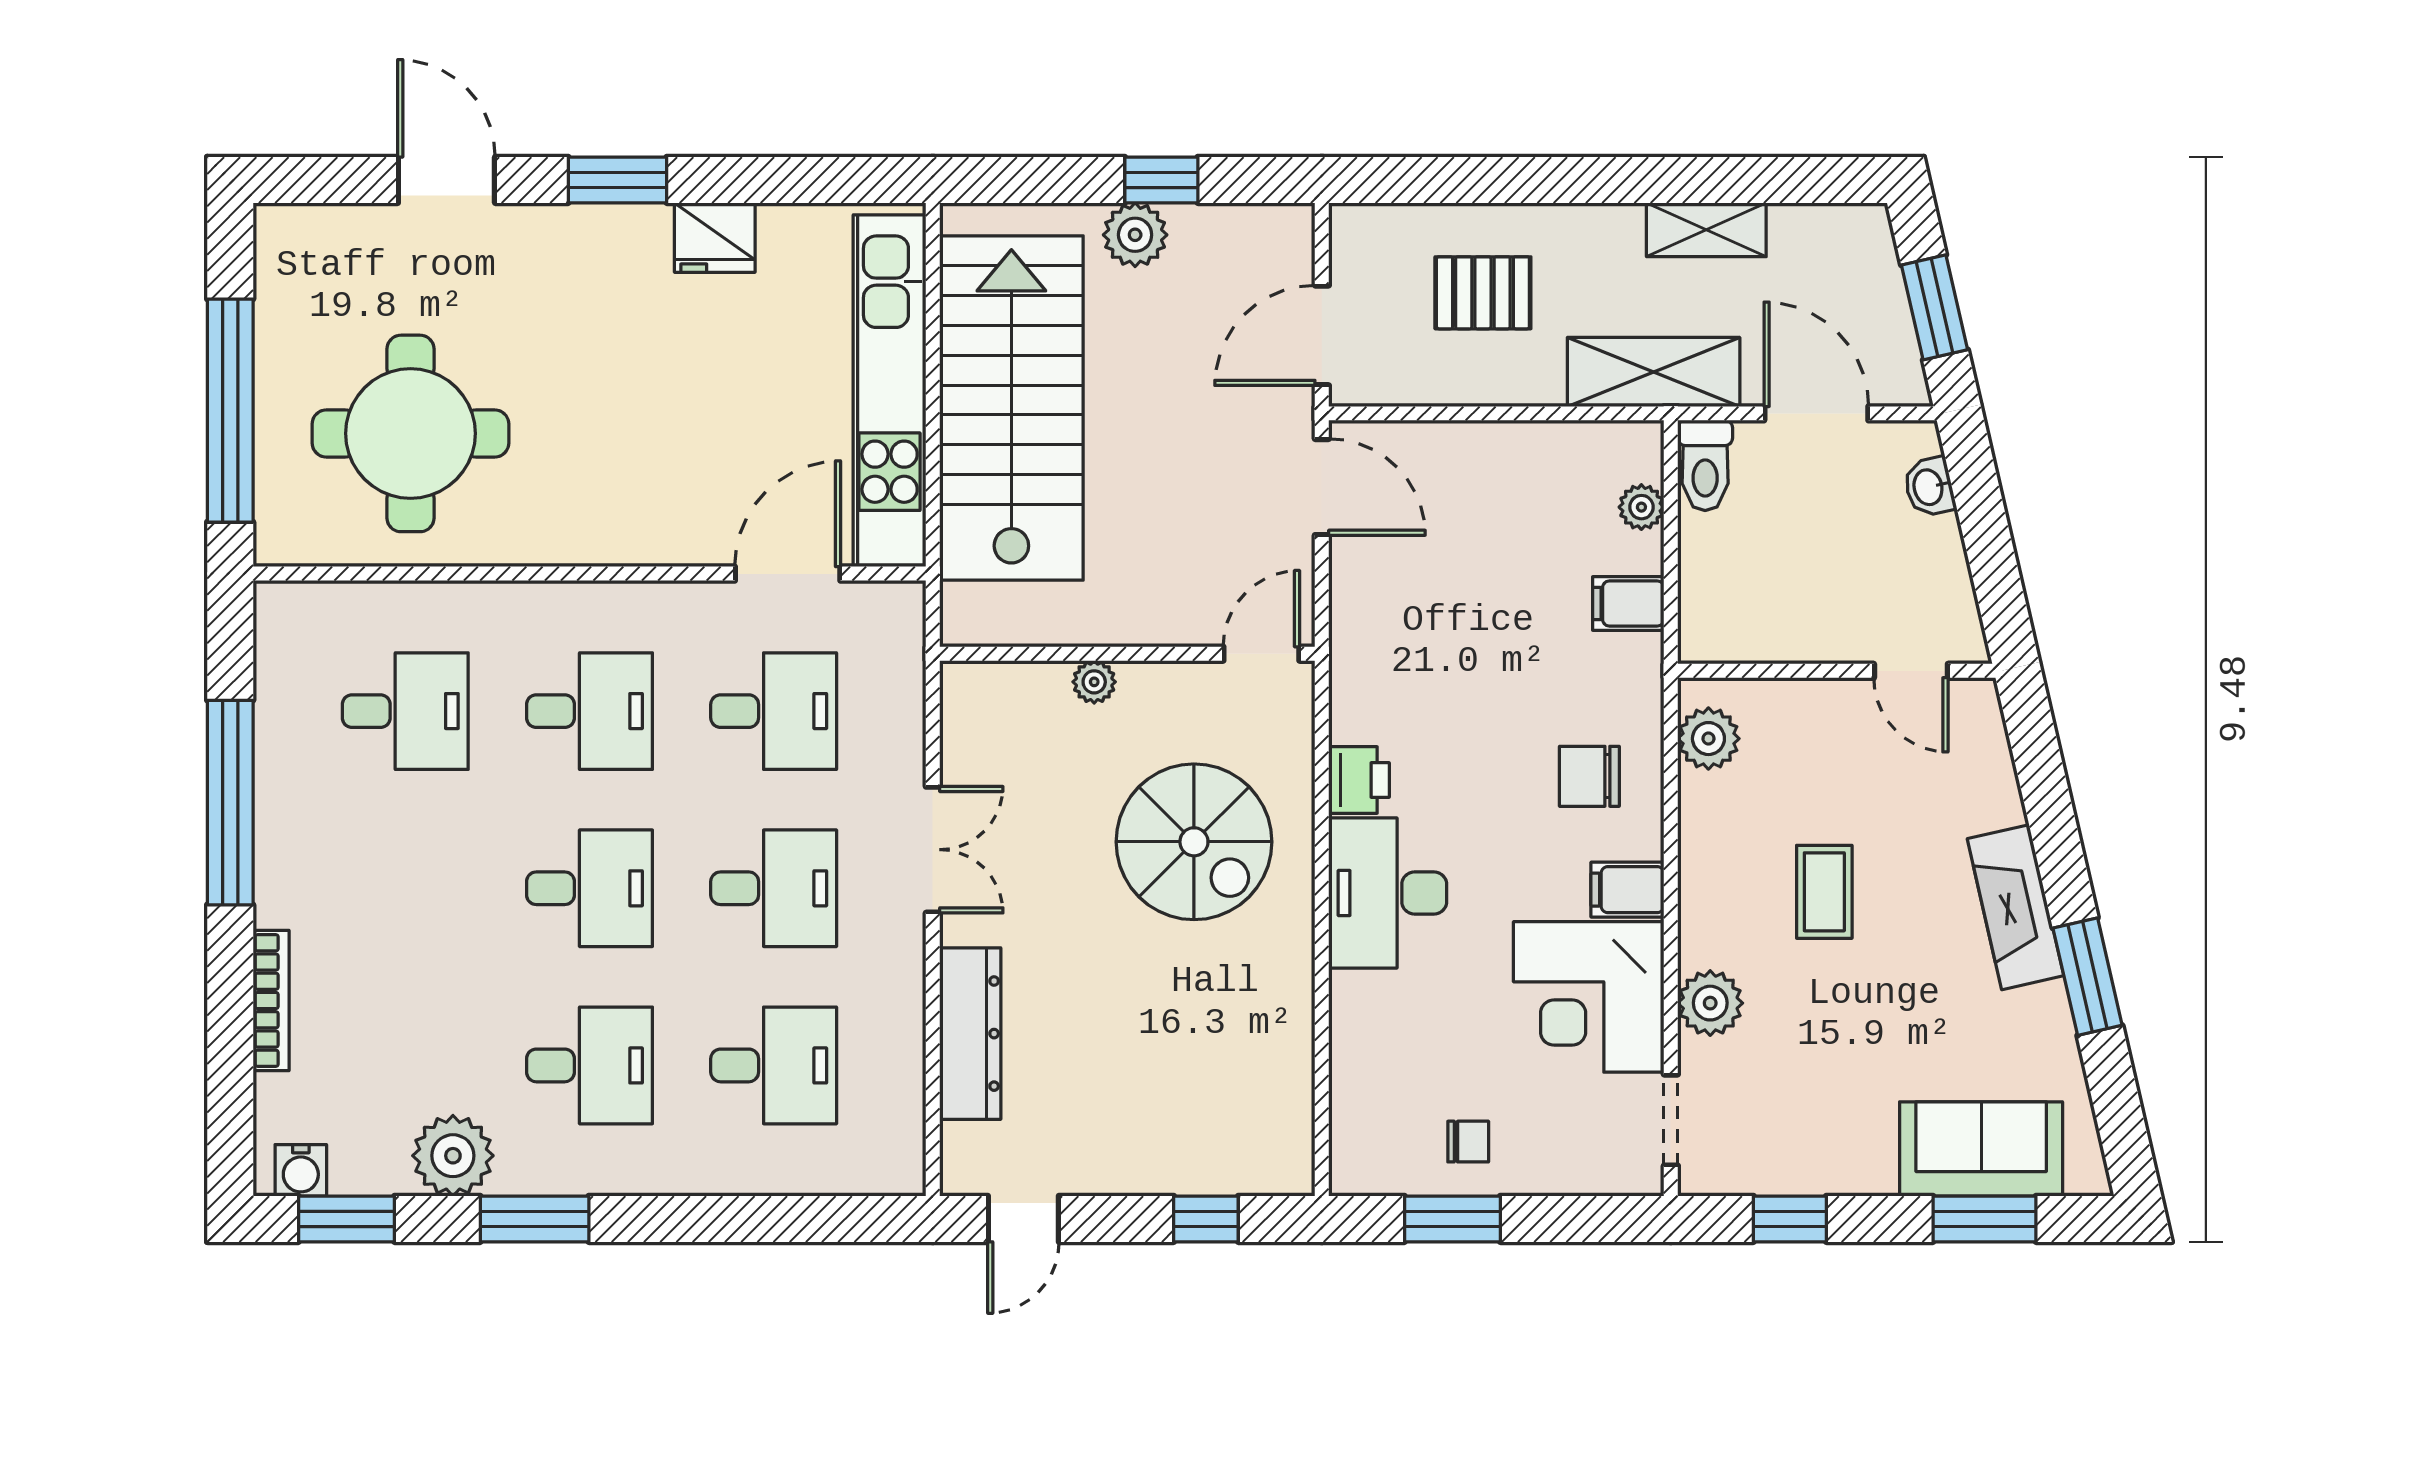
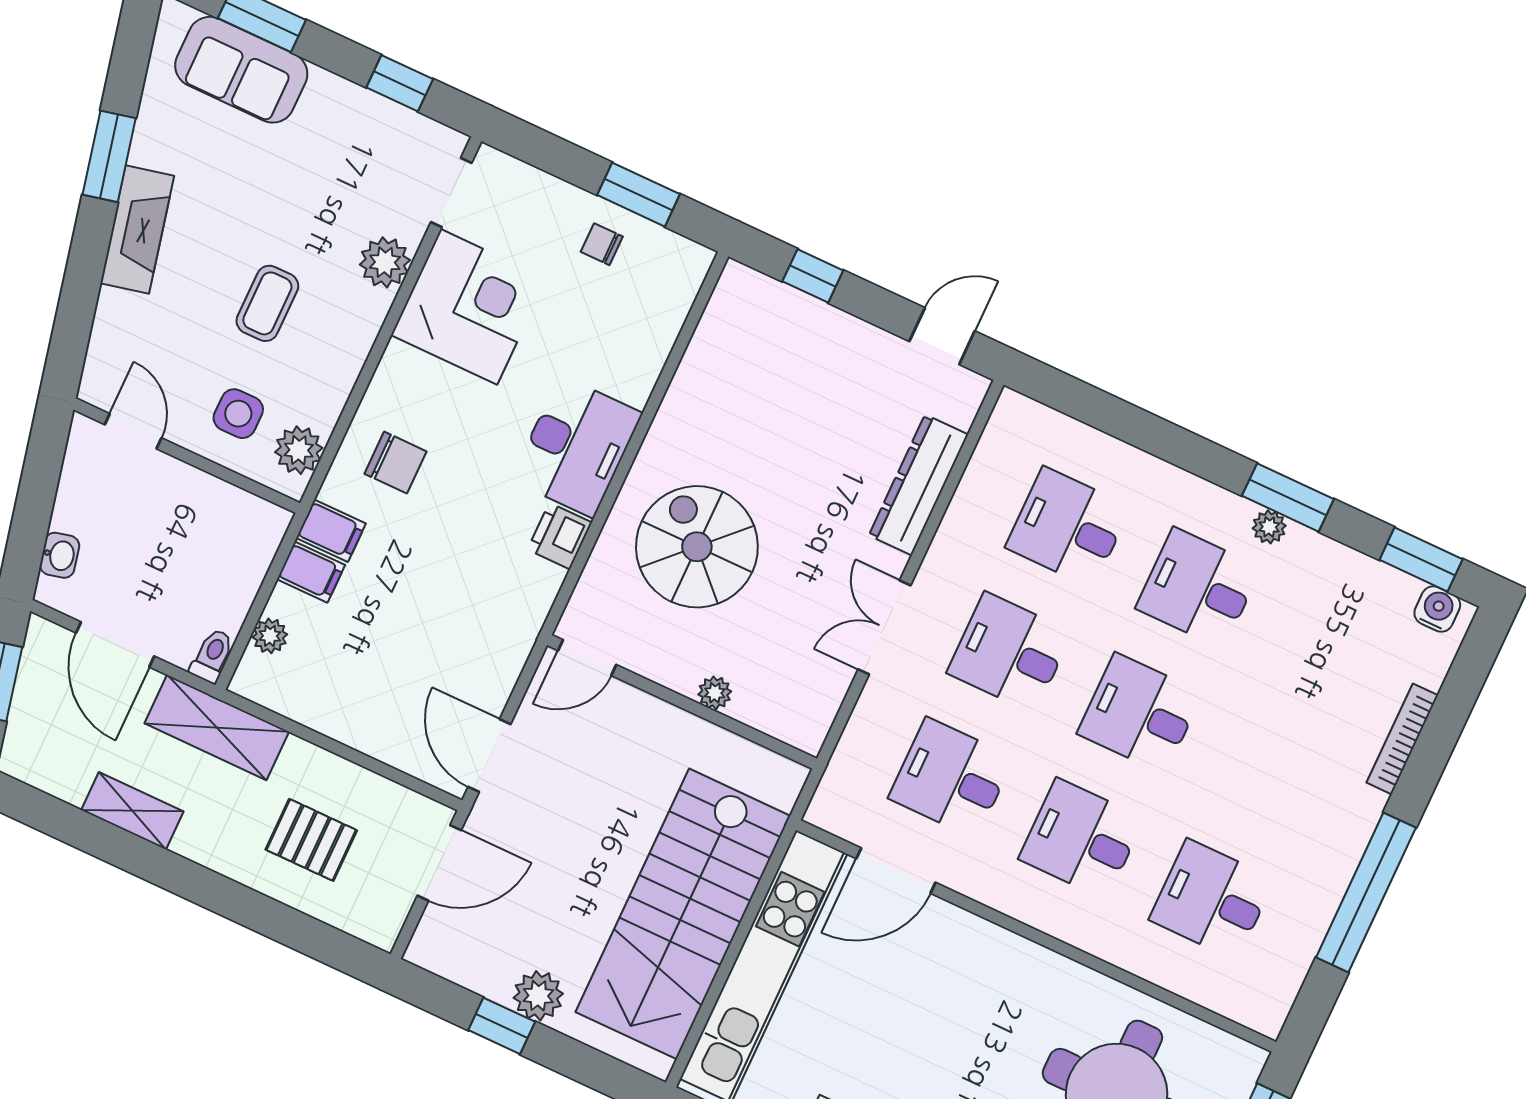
toilet: (1705, 465) -> (212, 656), width x0.73, depth x0.72
side table: (1798, 748) -> (238, 414), added
filing cabinet: (1627, 890) -> (331, 531), moved
plant: (453, 1156) -> (1269, 527), moved, width x0.53, depth x0.53

